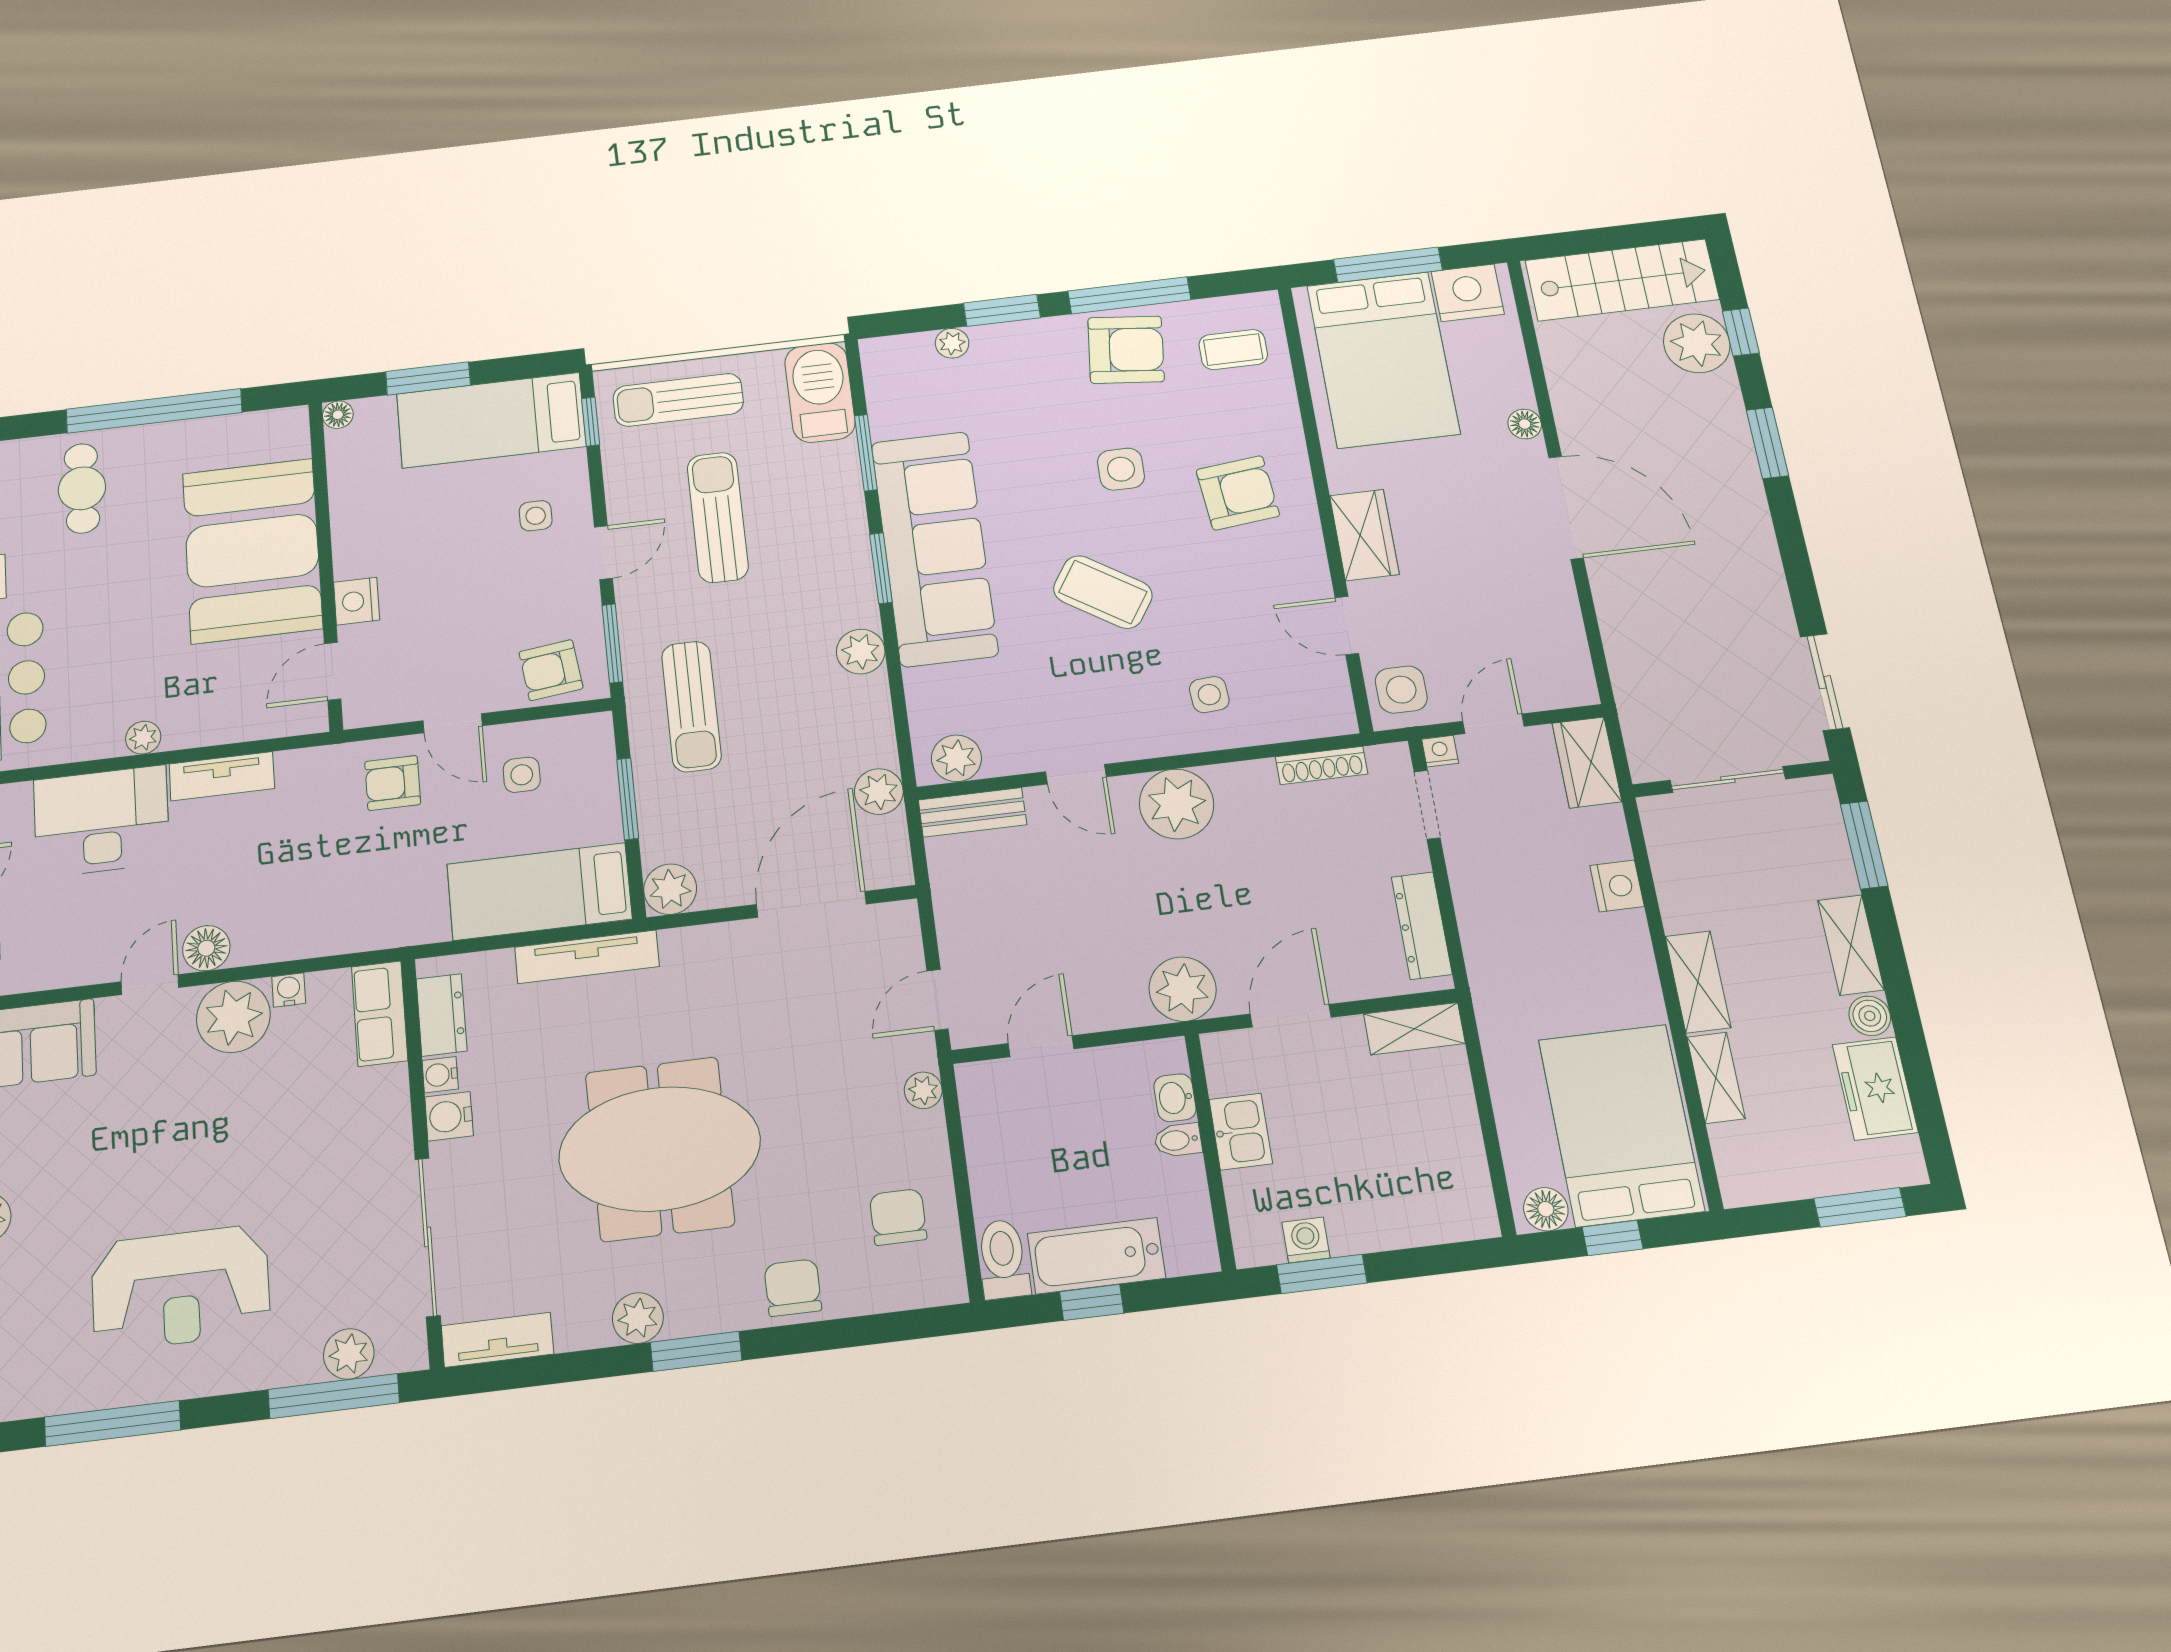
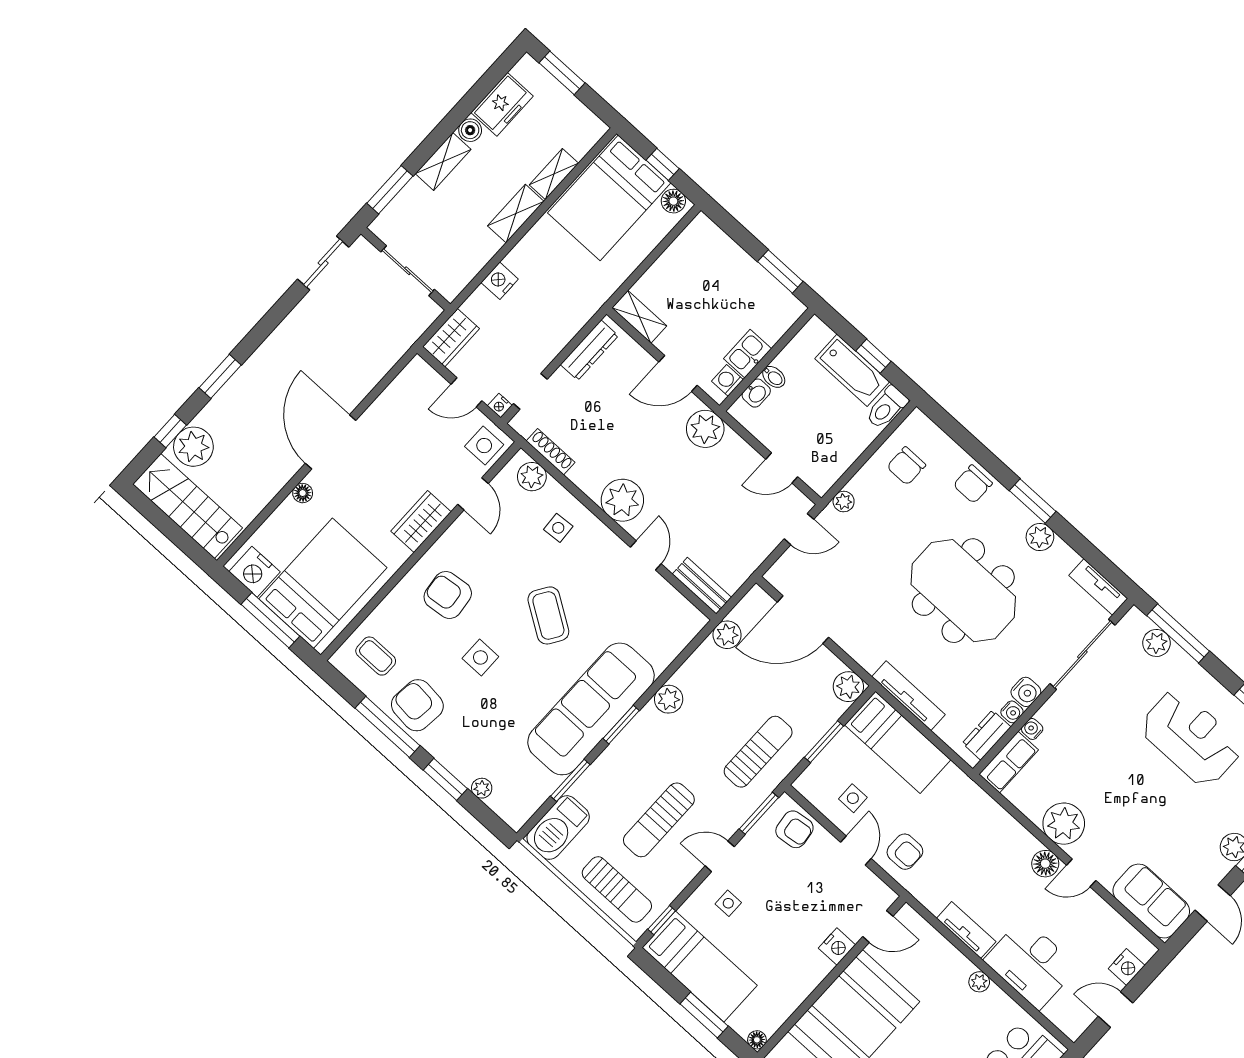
plant: (956, 758) -> (532, 477), moved
water cooler: (289, 990) -> (1032, 729), moved, turned 90
washing machine: (1306, 1240) -> (727, 380), moved, turned 90

